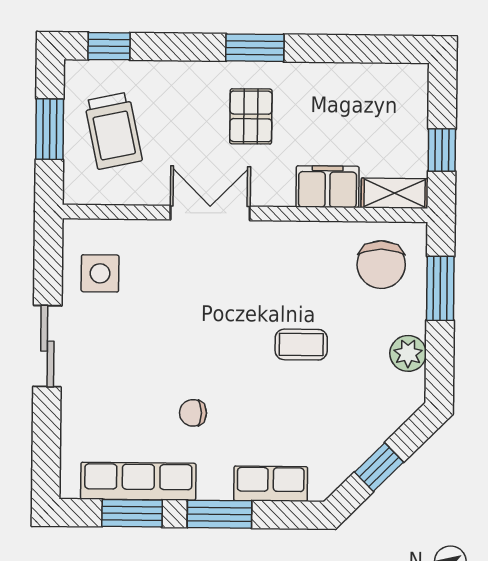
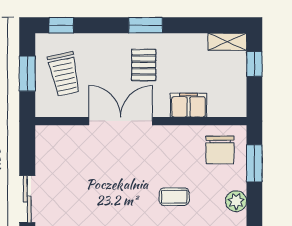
window: (442, 150) -> (254, 64), moved
shelving: (395, 193) -> (227, 42), moved
double door: (210, 213) -> (121, 121), width x1.37
side table: (100, 273) -> (57, 157), removed

